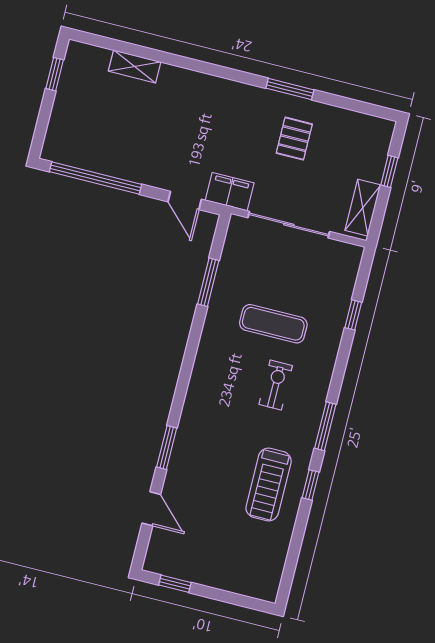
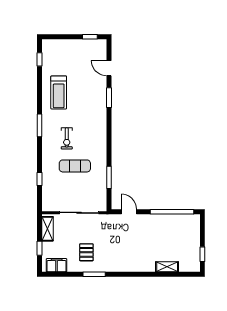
filing cabinet: (230, 192) -> (57, 265), moved, turned 180
treadmill: (269, 485) -> (59, 92), turned 180
window: (311, 485) -> (40, 59), moved

